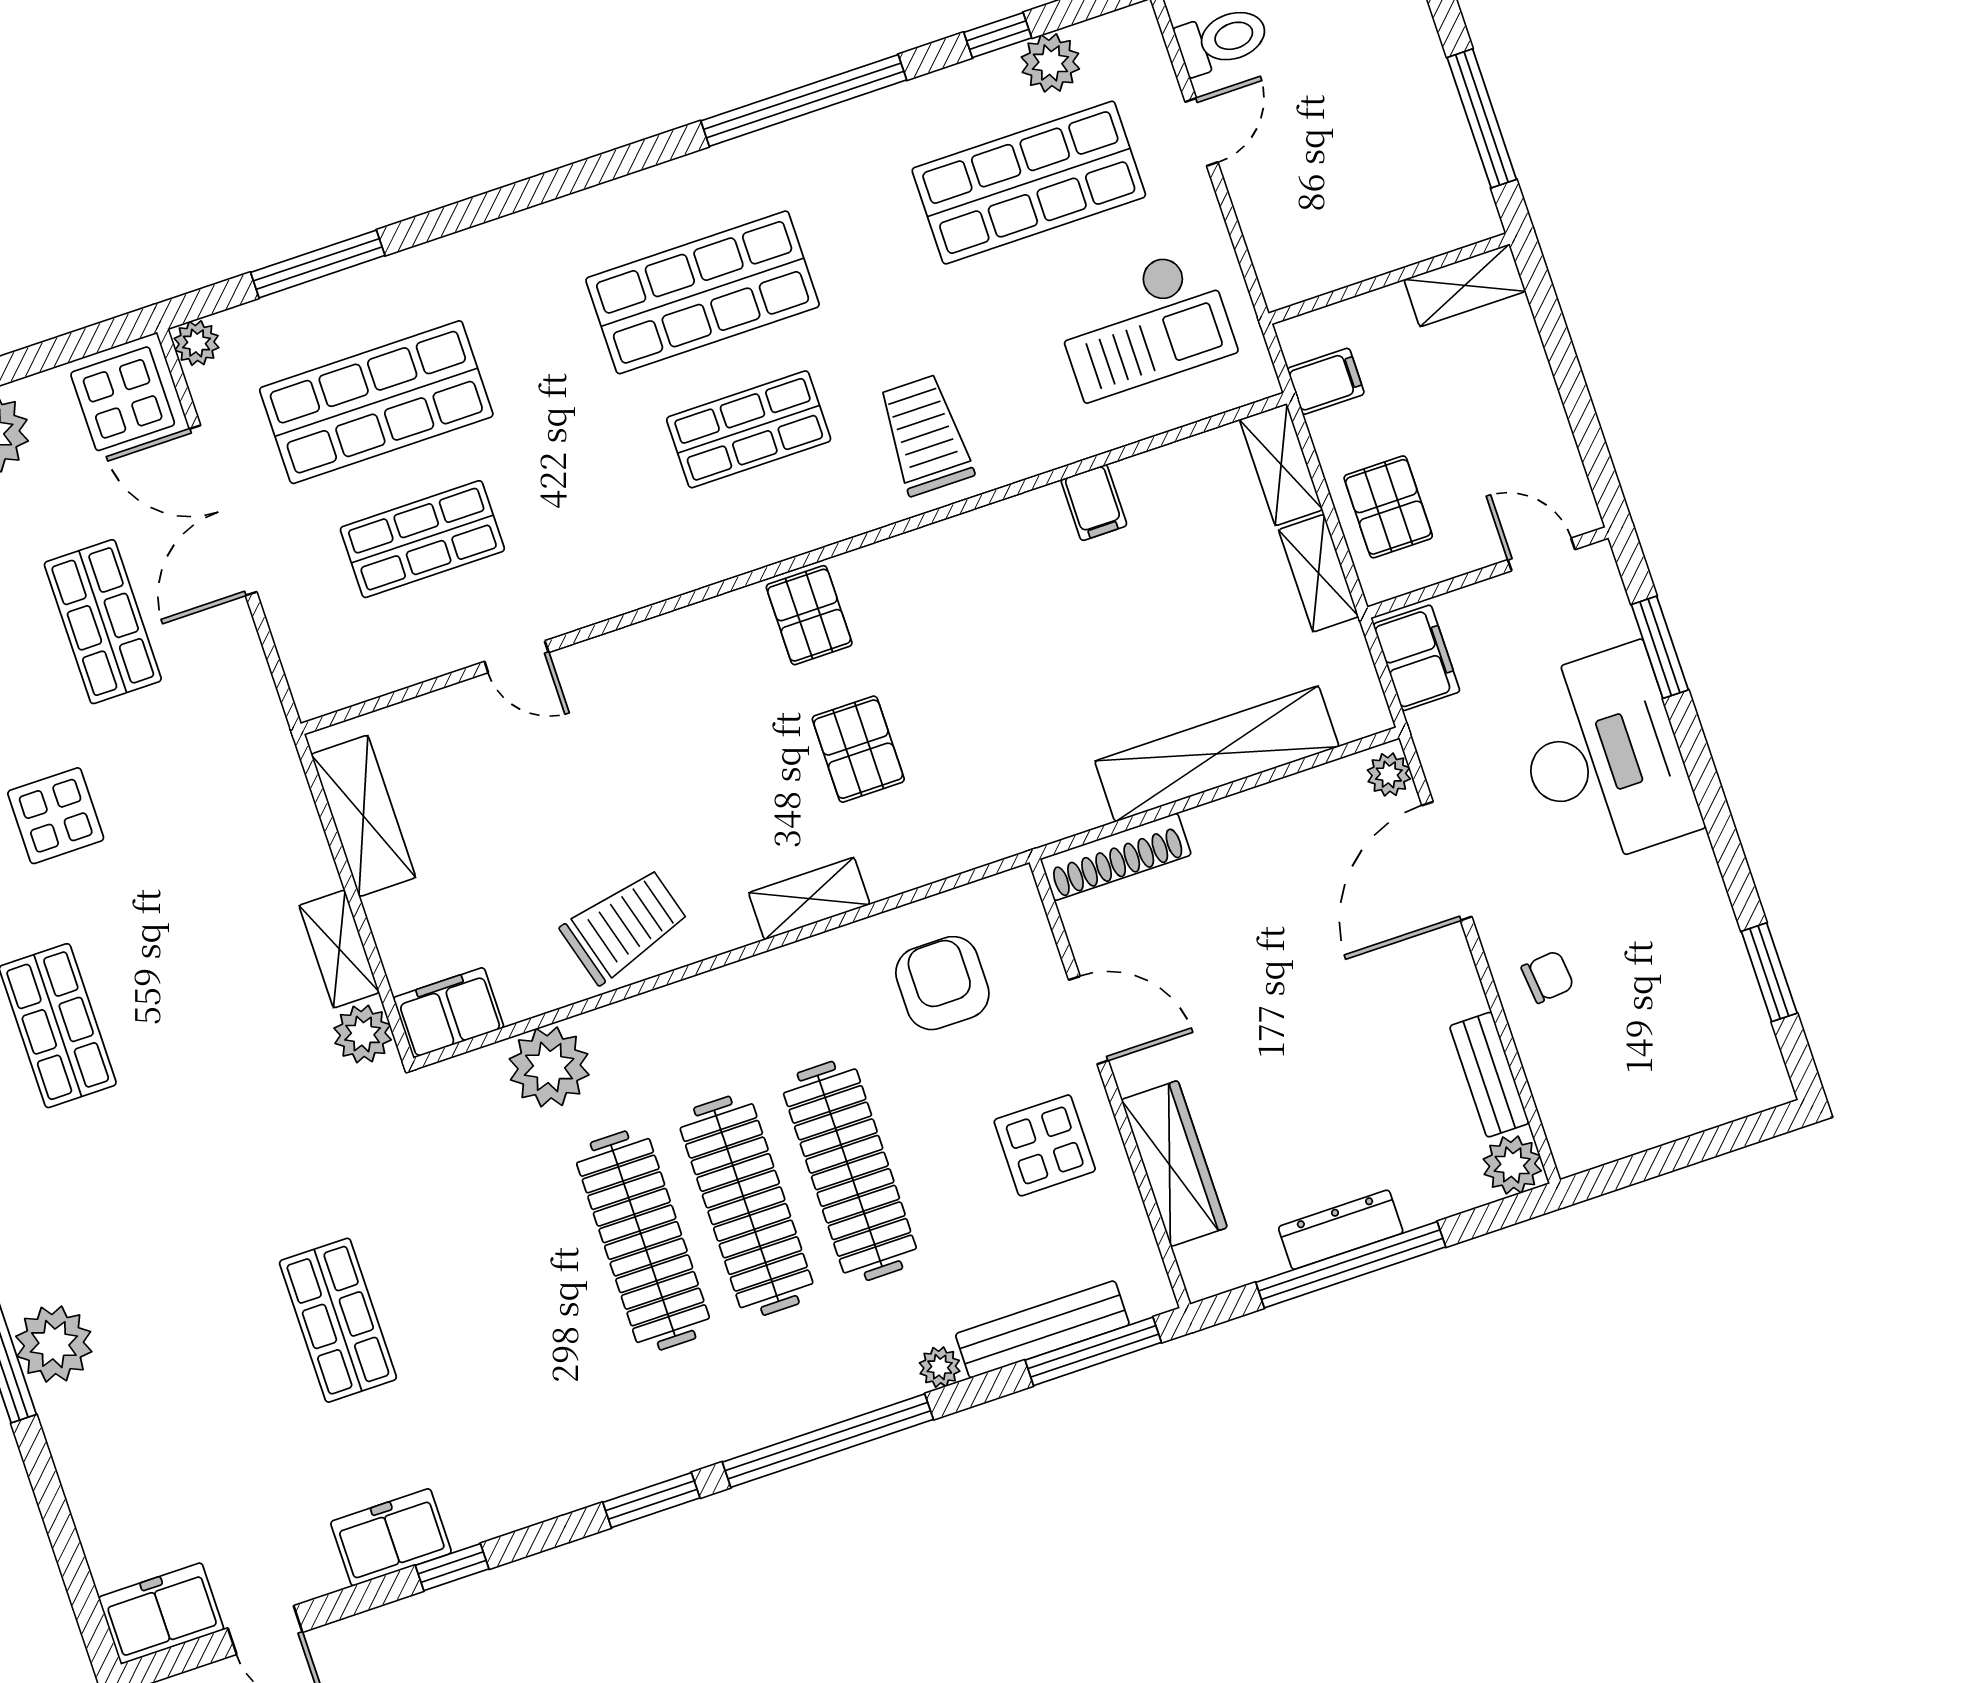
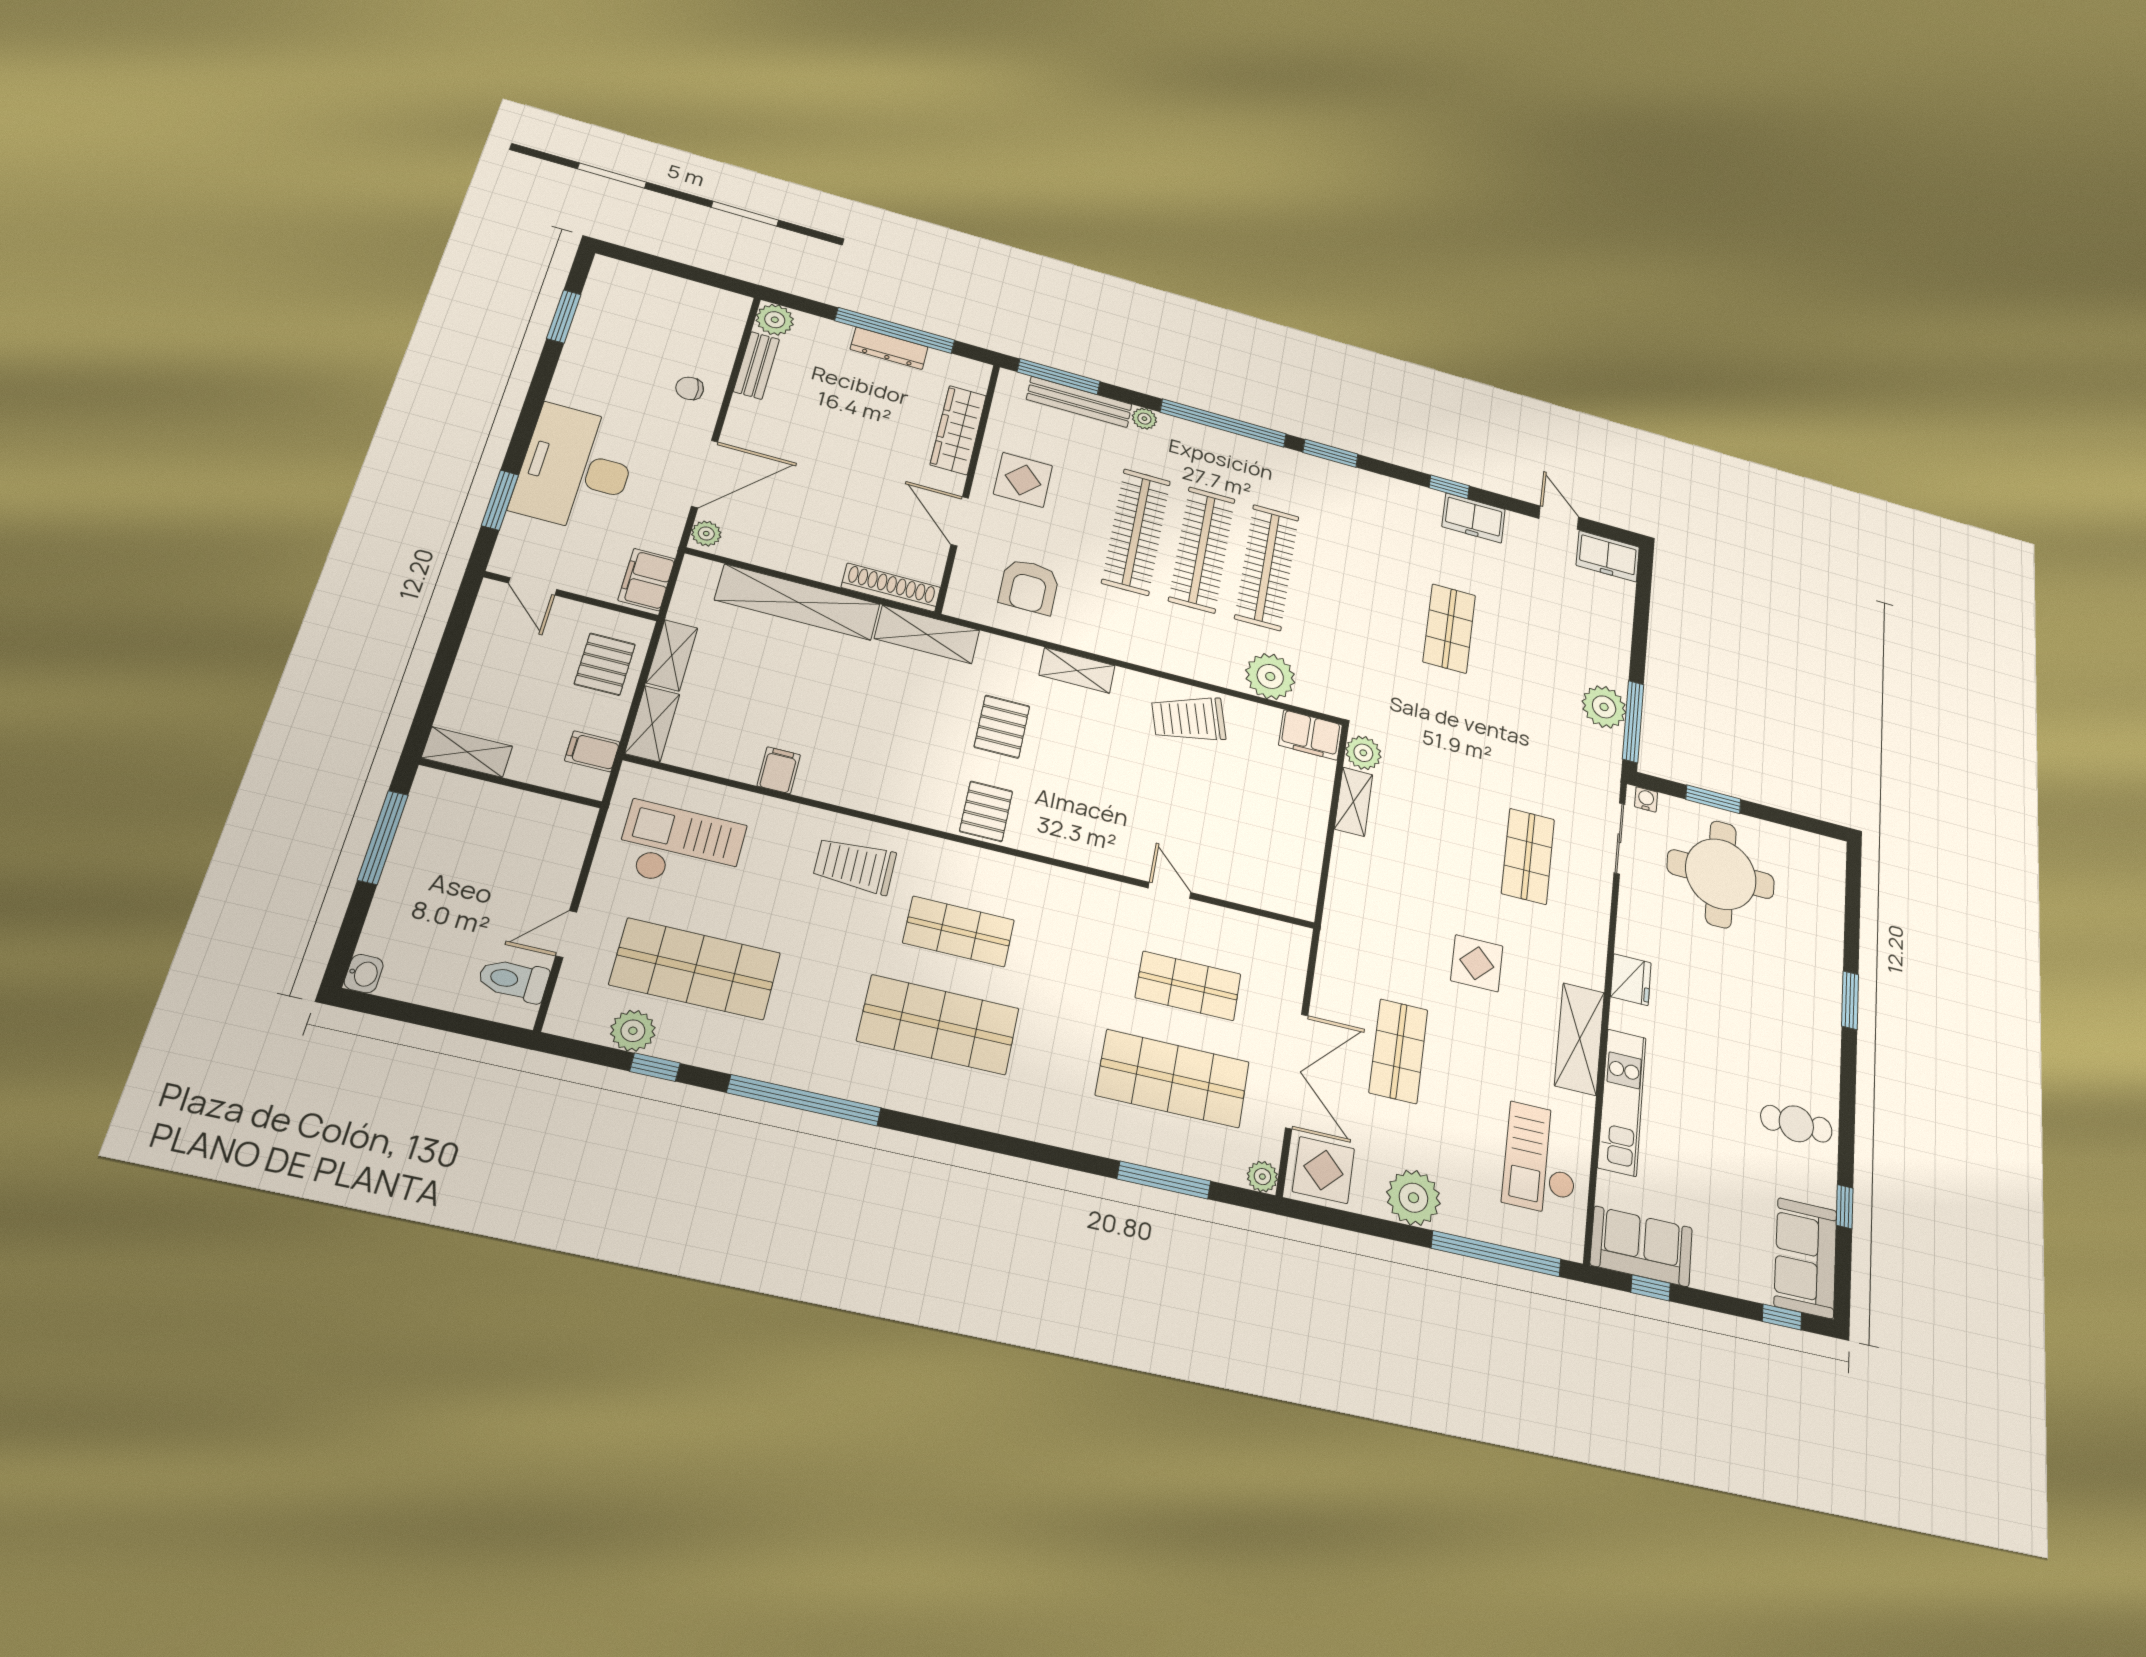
trolley: (925, 435) -> (855, 866), turned 90
shelving: (363, 816) -> (927, 634), moved, turned 90

